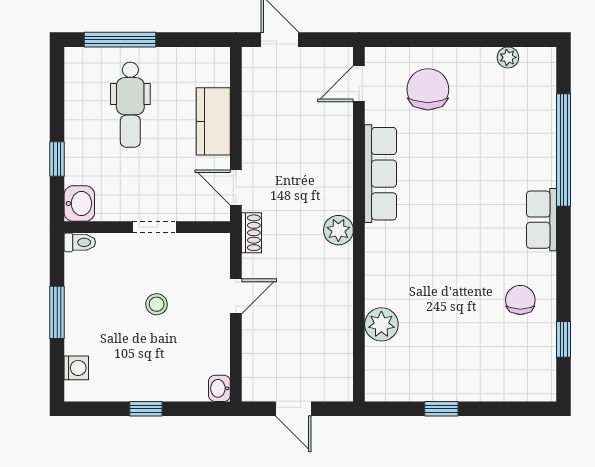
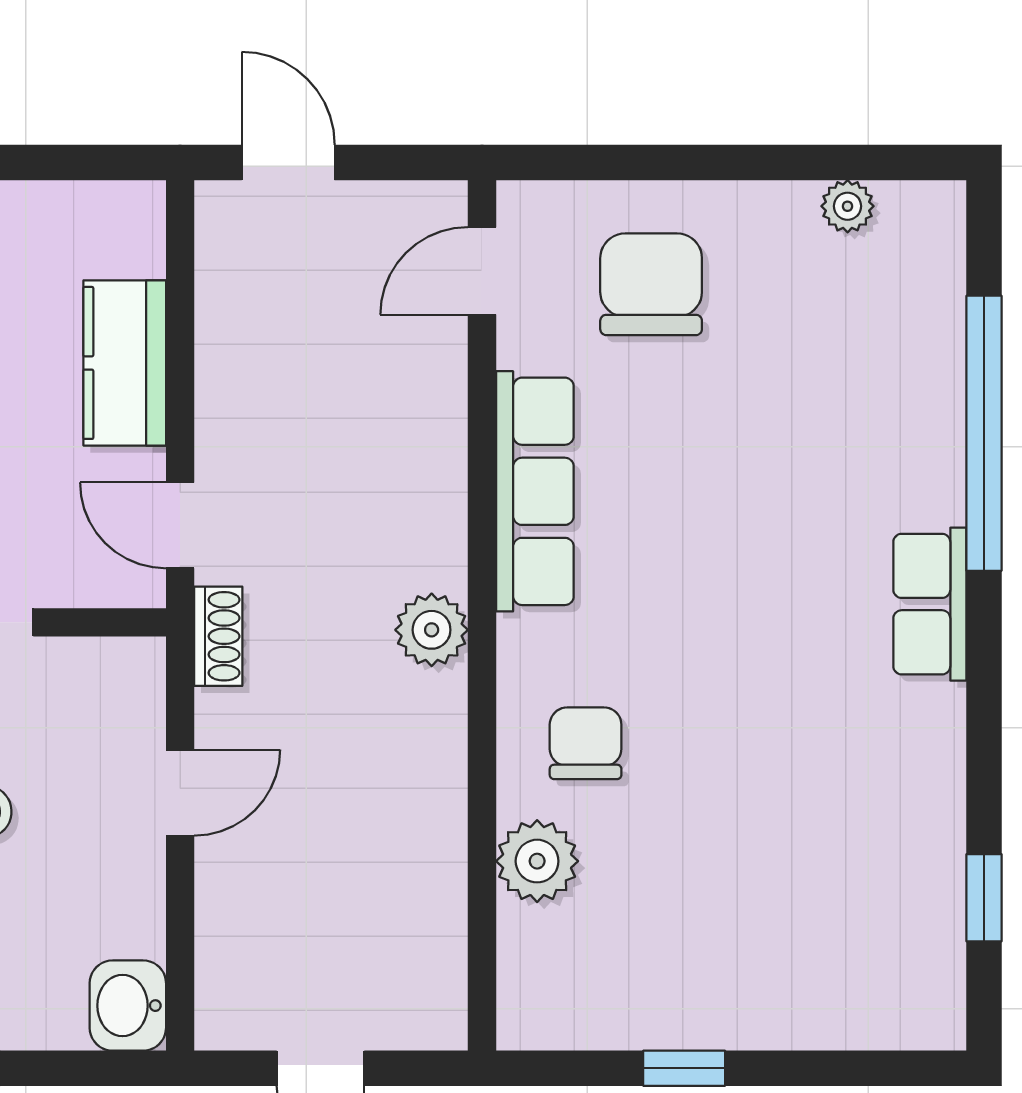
chair: (520, 300) -> (586, 743), moved
washbasin: (219, 388) -> (128, 1006), width x1.38, depth x1.45

